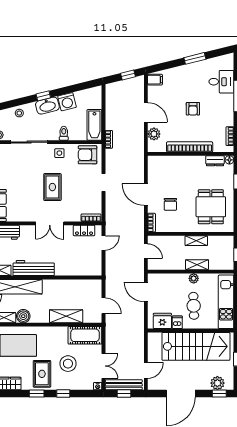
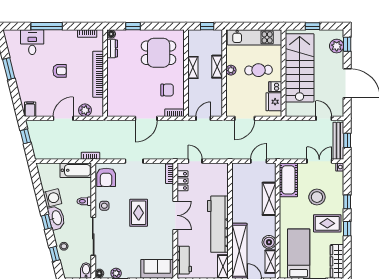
window: (12, 104) -> (54, 254), added
rug: (52, 187) -> (139, 213), turned 90
chair: (170, 204) -> (167, 90), moved
workbench: (34, 268) -> (218, 224), width x1.36, depth x1.32

